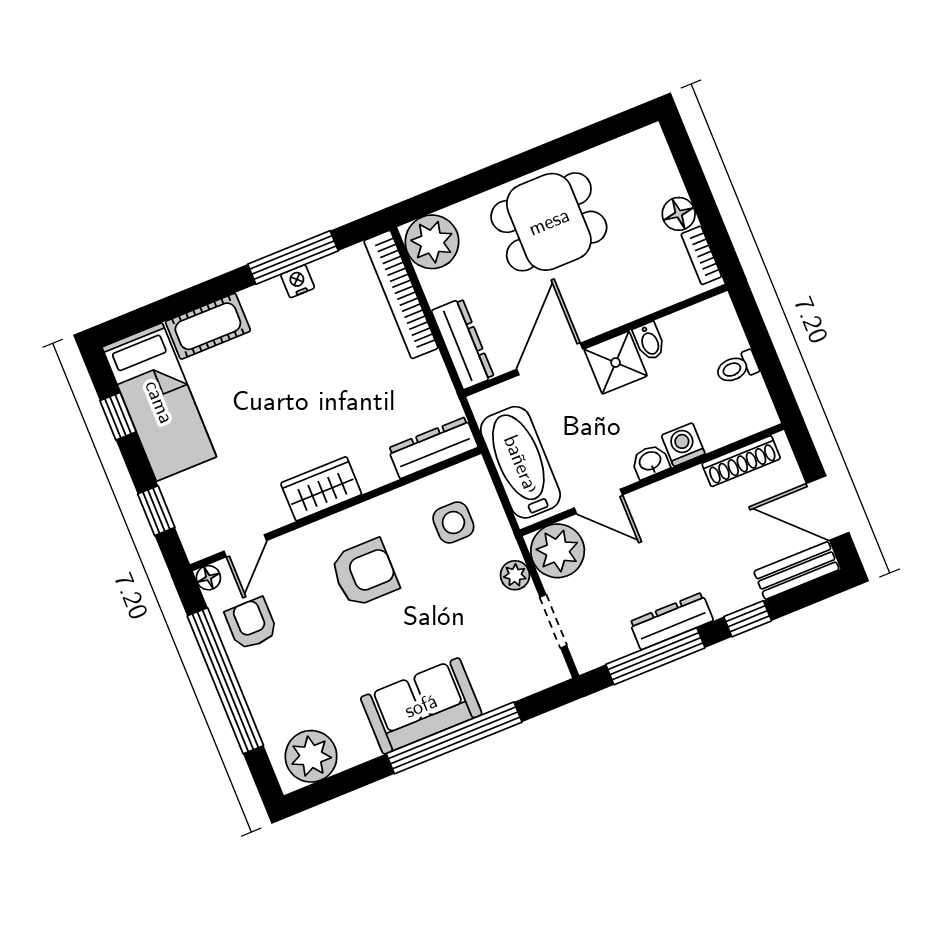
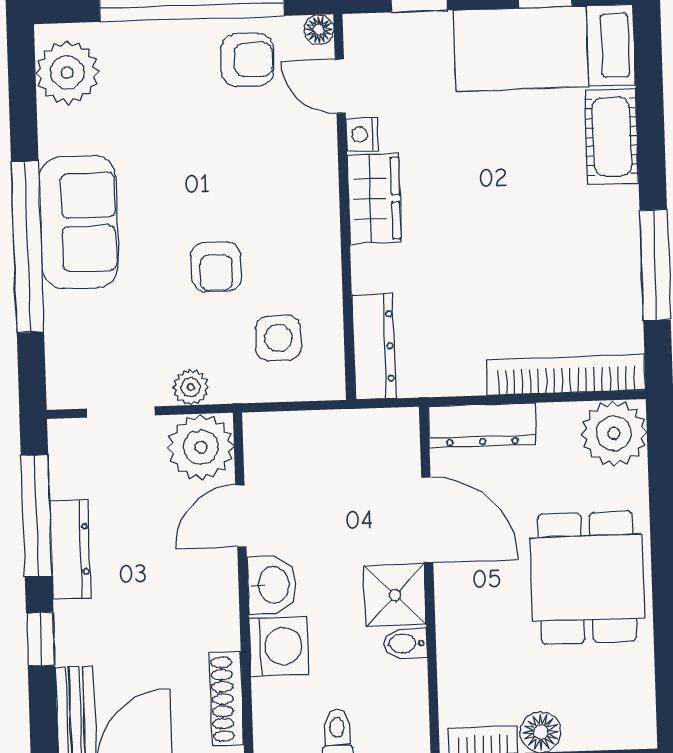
nightstand: (298, 281) -> (362, 135), moved, turned 180
washing machine: (683, 445) -> (279, 646), width x1.38, depth x1.38
bathtub: (520, 462) -> (320, 442), removed
washbasin: (650, 462) -> (272, 585), width x1.38, depth x1.45
armchair: (364, 573) -> (216, 267), moved, width x0.72, depth x0.72

